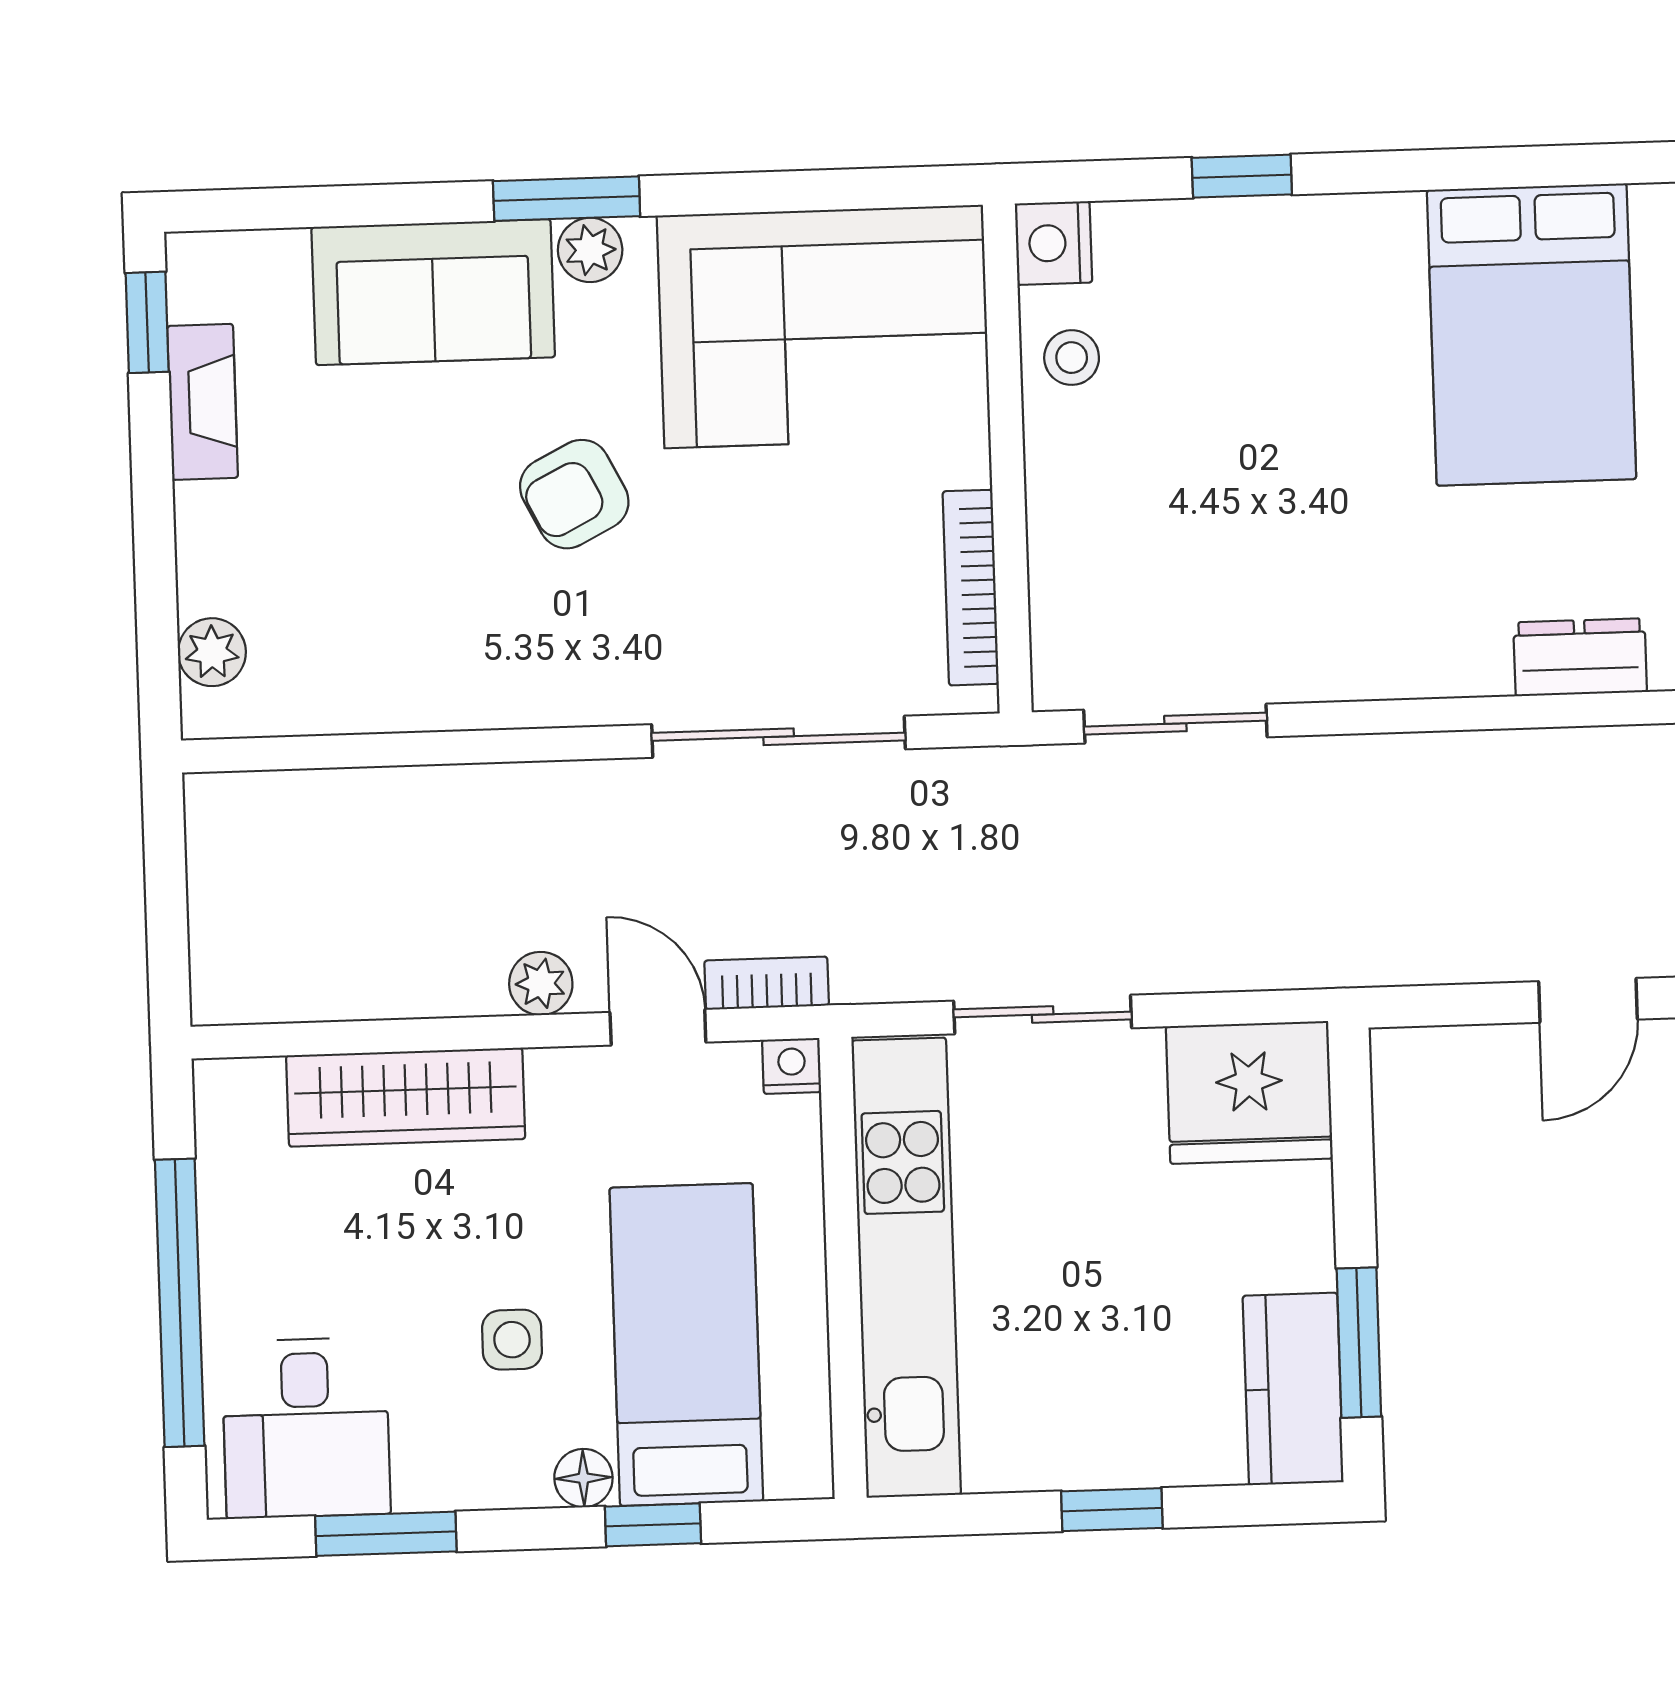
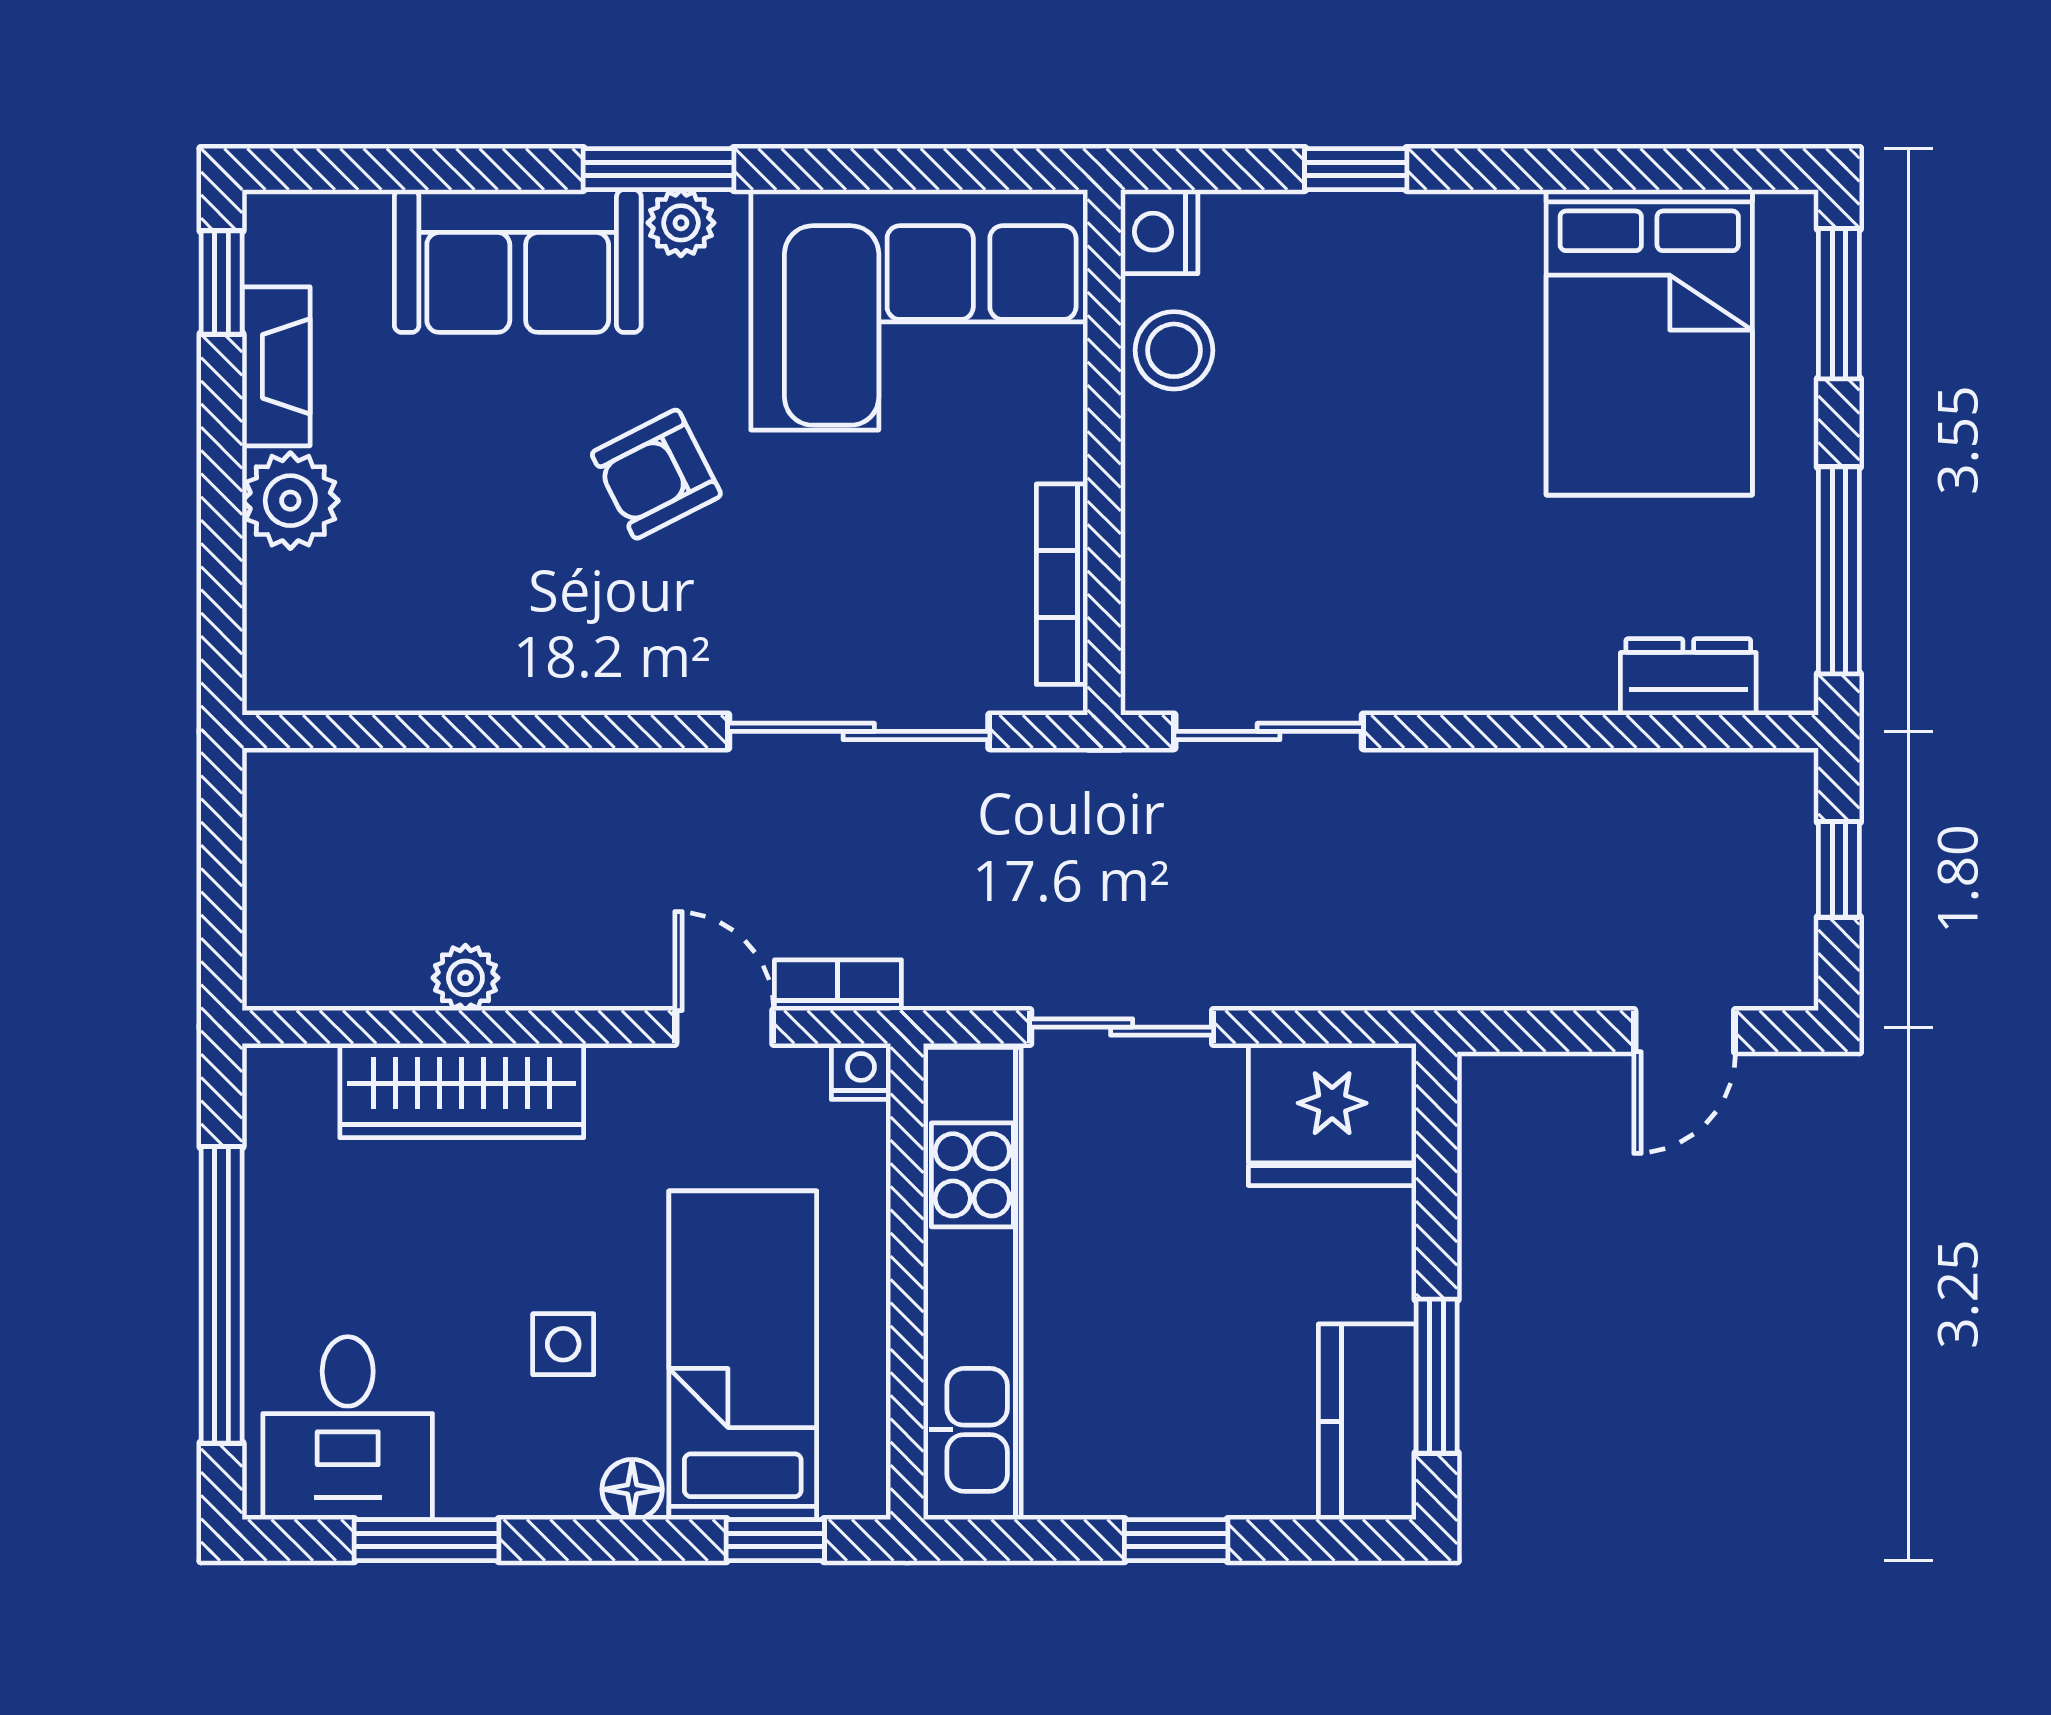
stool: (1072, 358) -> (1174, 350), width x1.37, depth x1.37
plant: (212, 652) -> (290, 501), moved, width x1.38, depth x1.38
plant: (541, 983) -> (465, 978), moved
window: (653, 1525) -> (775, 1540), moved

